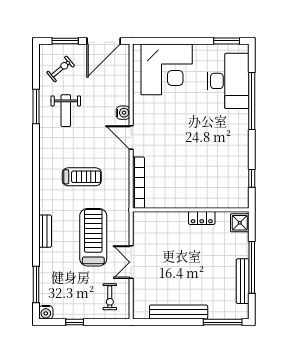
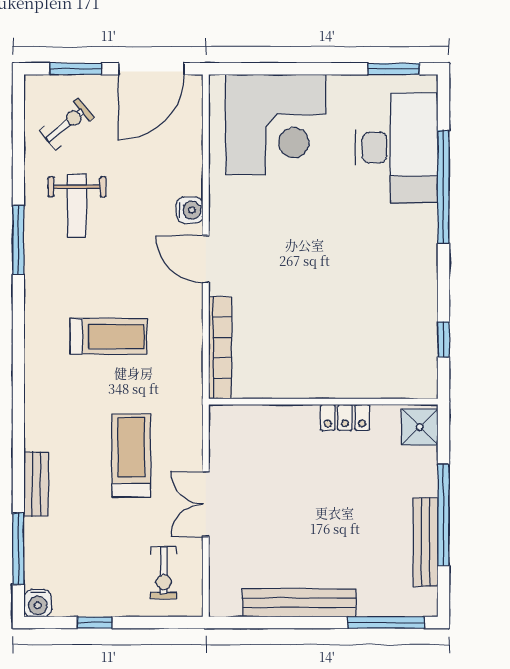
window: (36, 107) -> (18, 240), moved
bench: (45, 231) -> (36, 484), moved
treadmill: (93, 237) -> (131, 455), width x0.73, depth x0.73

